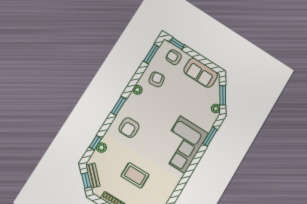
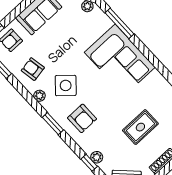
side table: (151, 108) -> (66, 85), added
window: (210, 137) -> (120, 23), width x1.44

